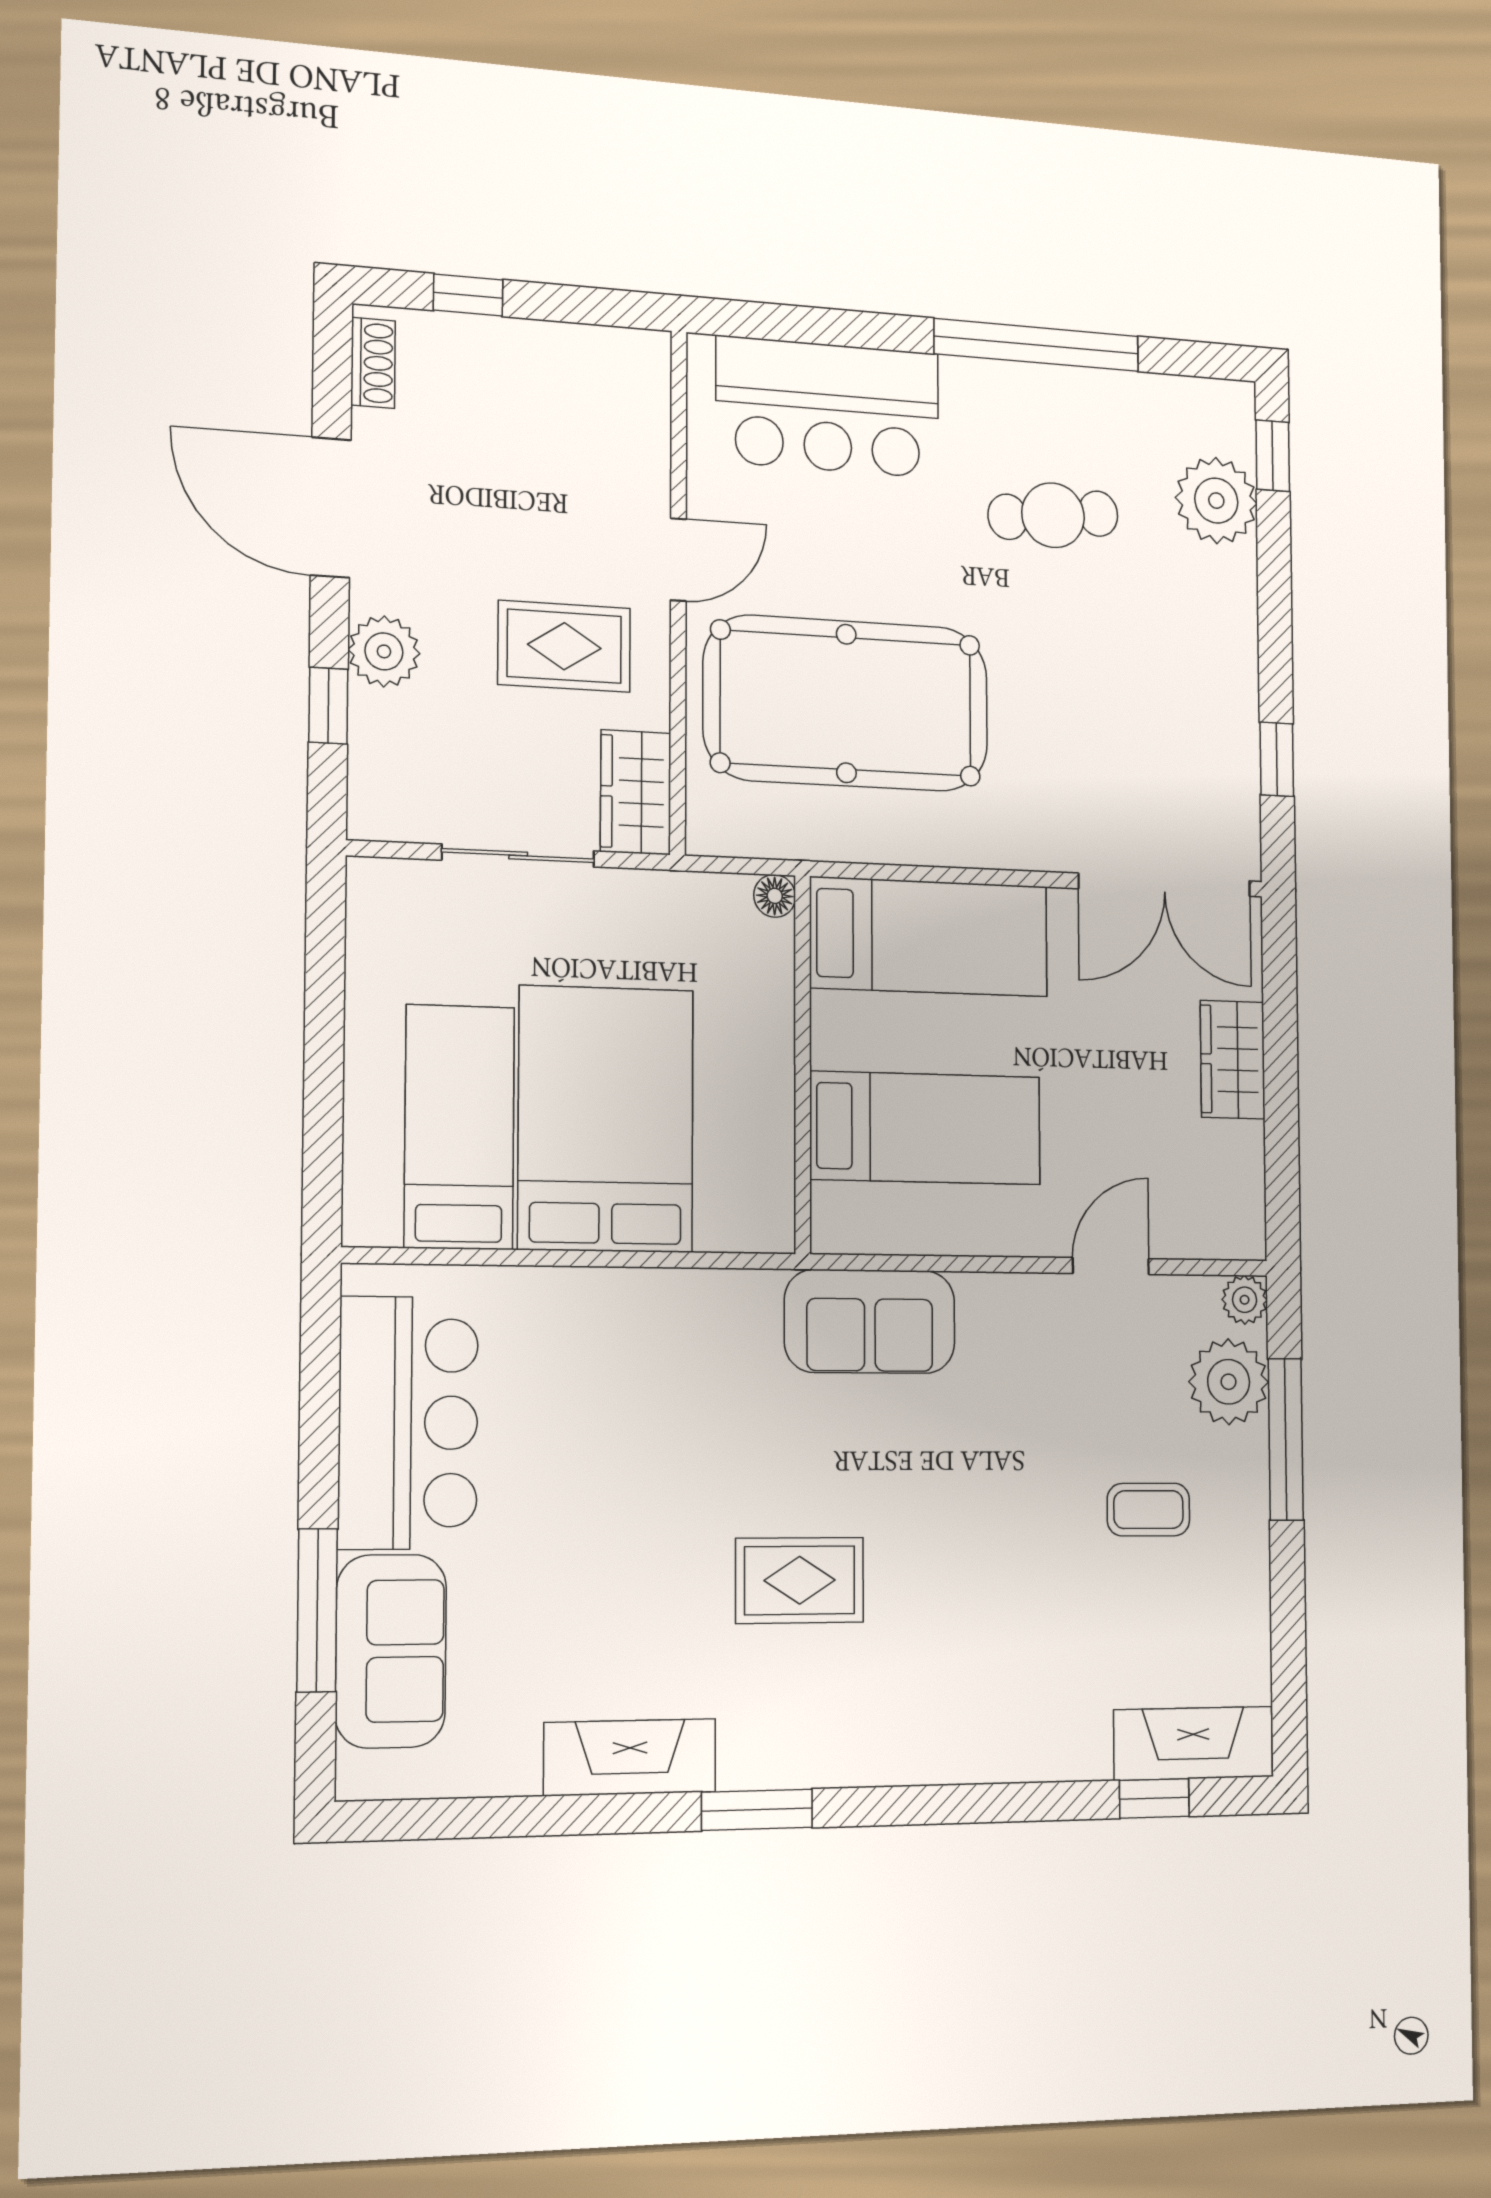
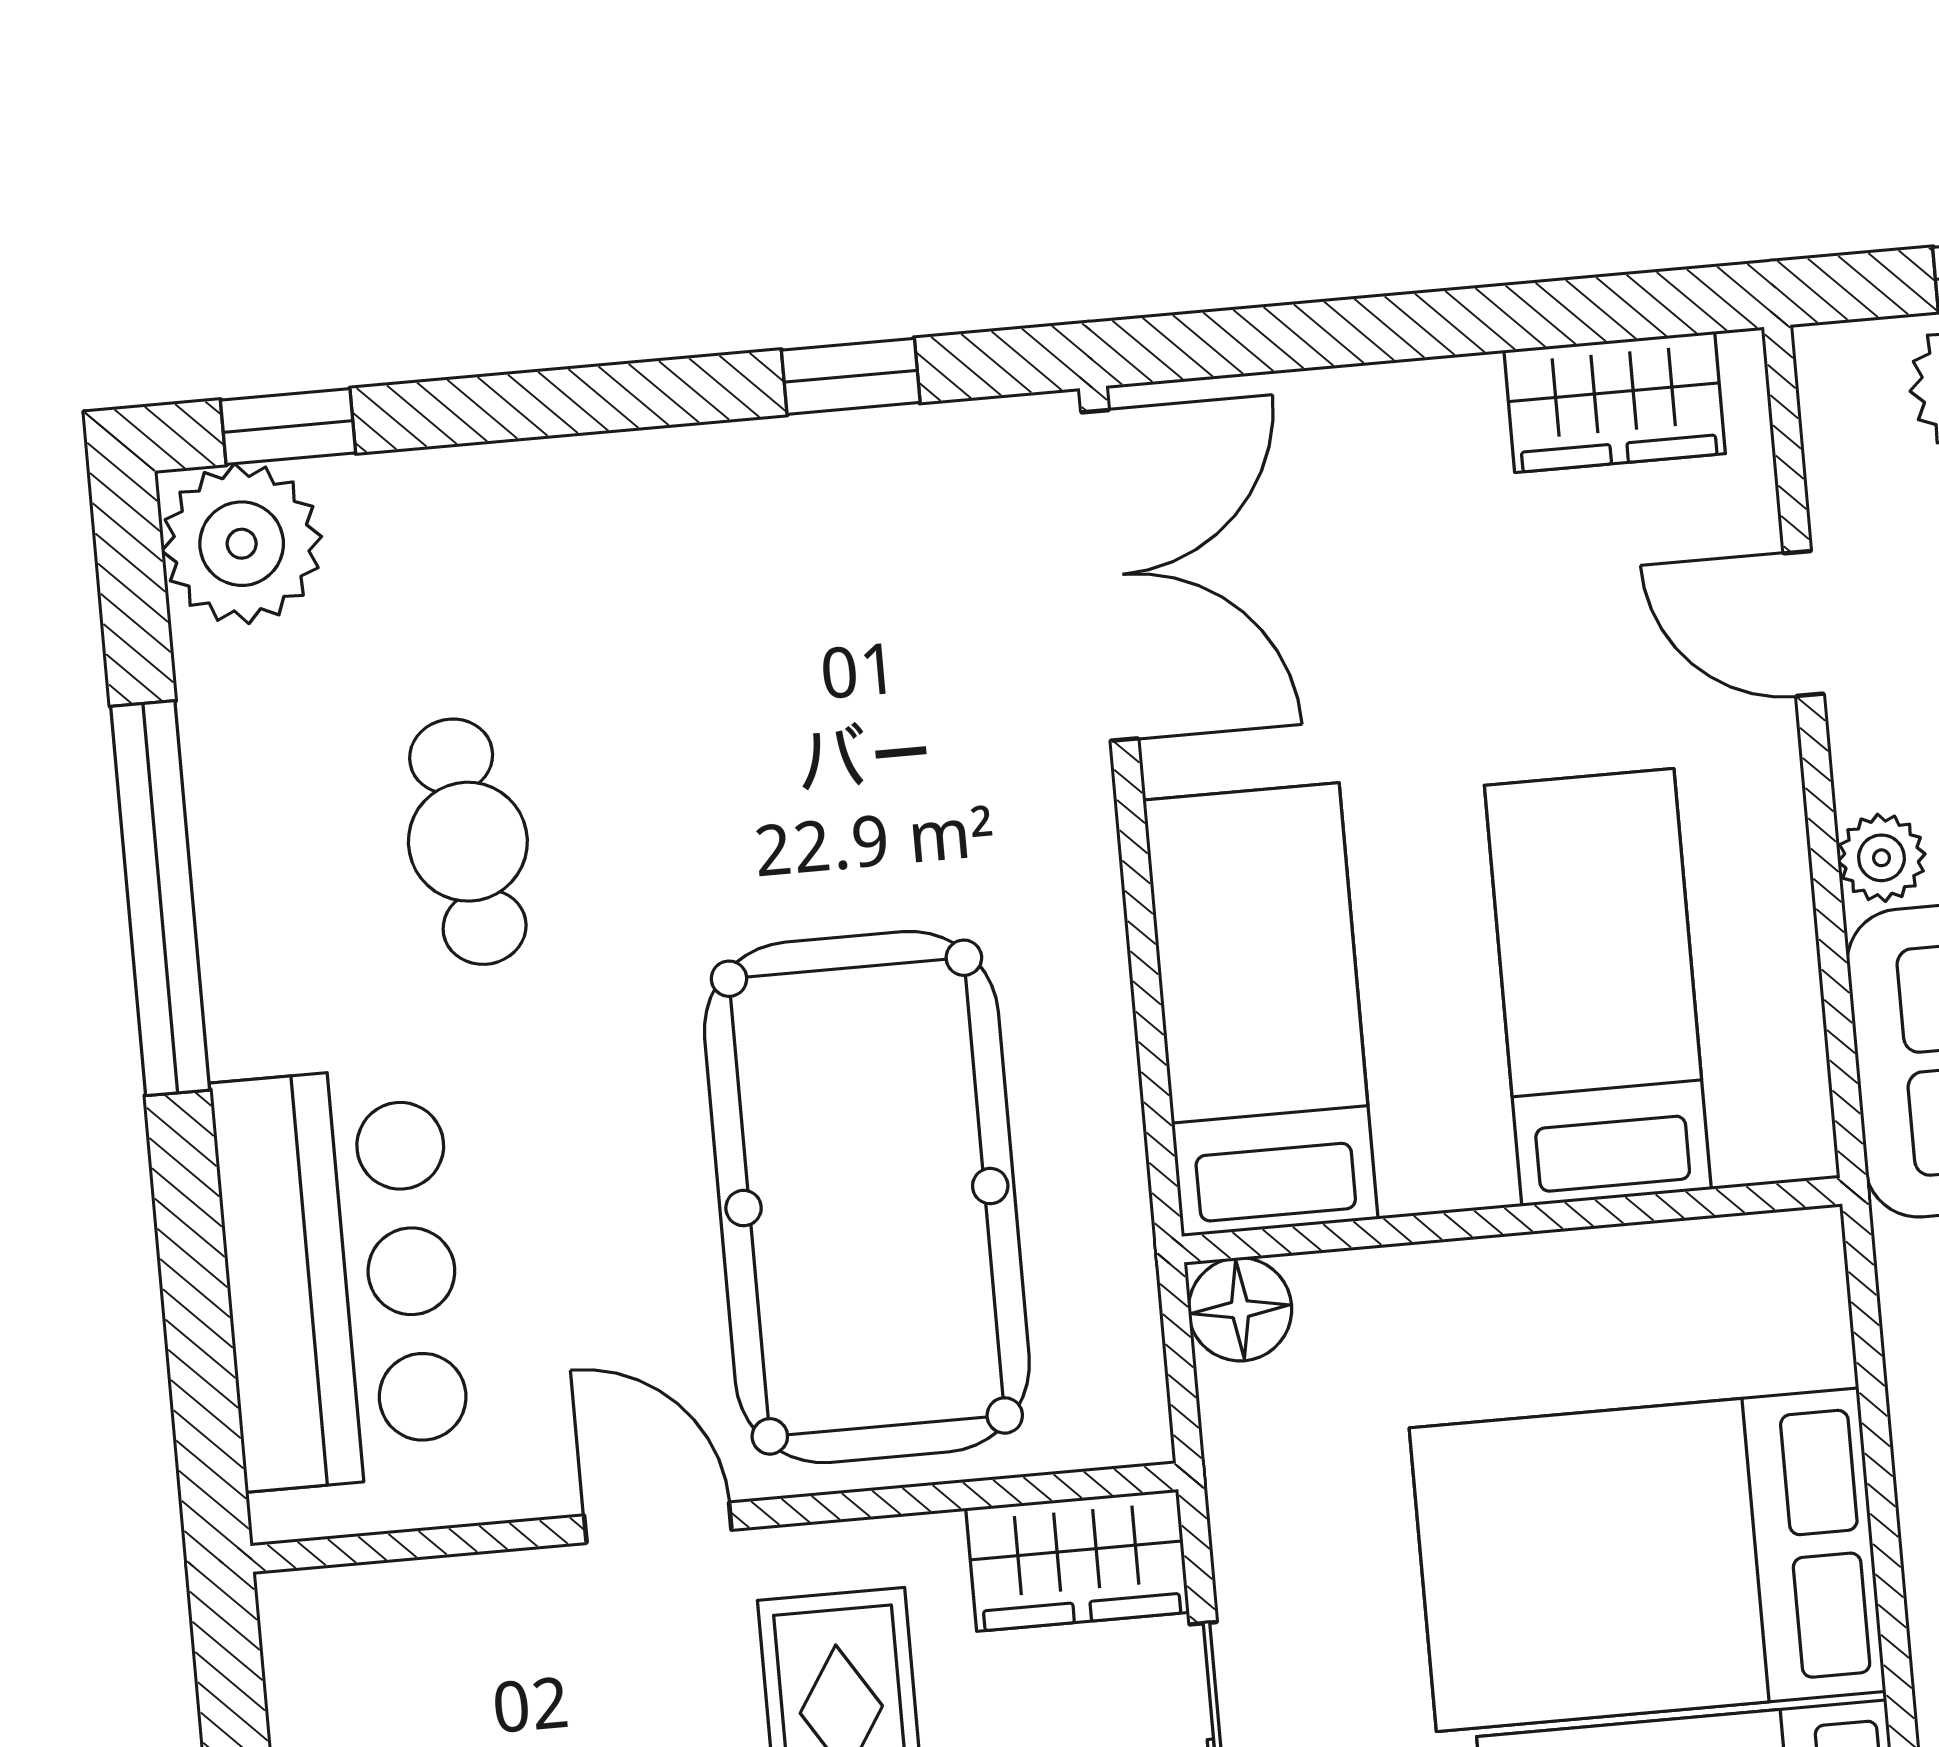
plant: (1216, 501) -> (242, 544), moved
floor lamp: (775, 896) -> (1240, 1309), width x1.37, depth x1.37
wardrobe: (1233, 1060) -> (1615, 402), moved
plant: (1245, 1300) -> (1881, 858), moved

